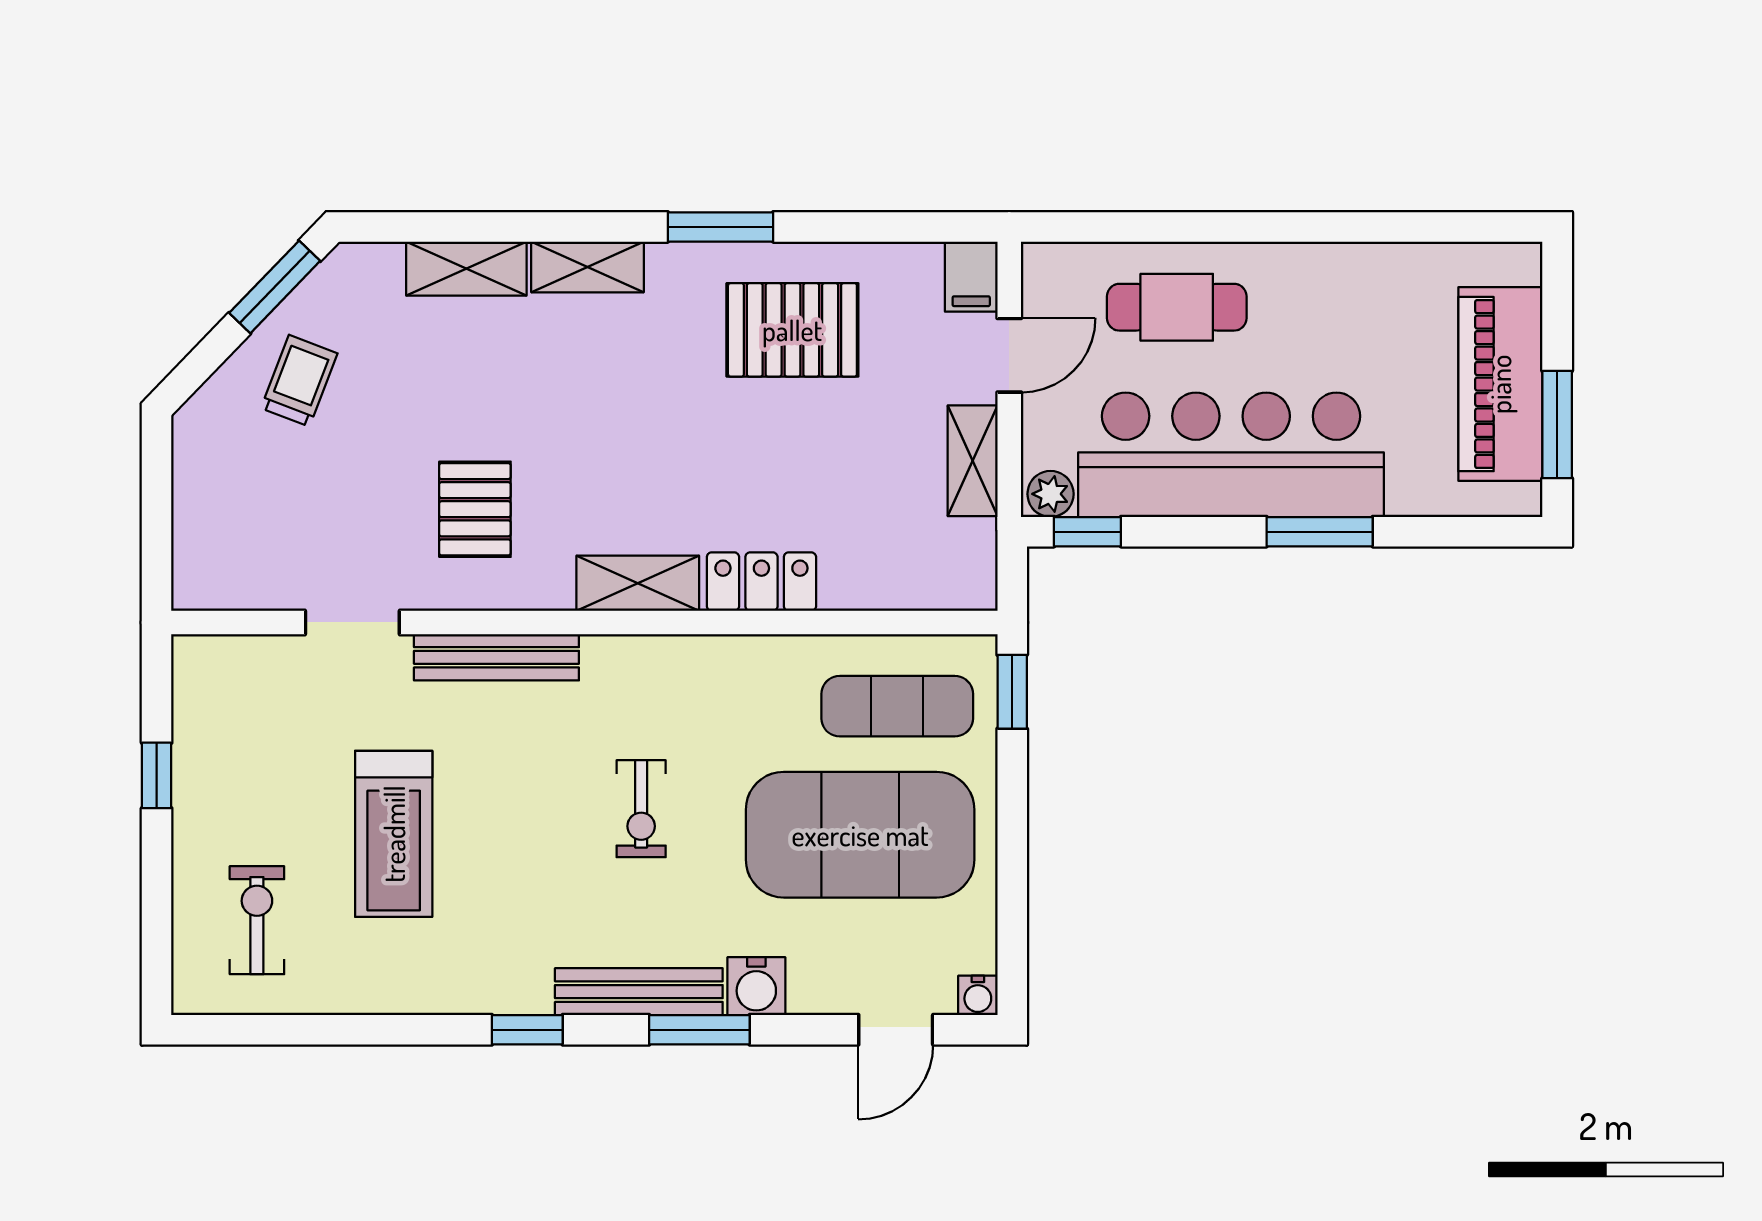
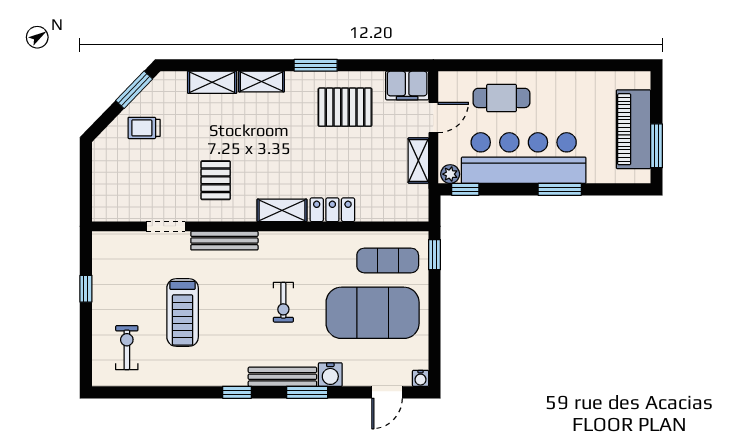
filing cabinet: (971, 277) -> (407, 85), width x2.00
trolley: (299, 381) -> (144, 128), turned -111

